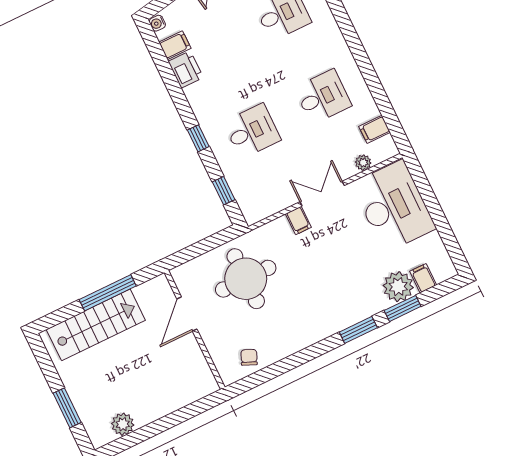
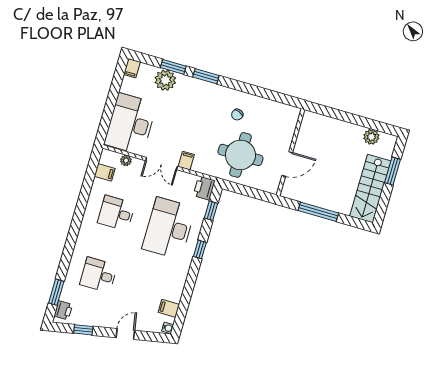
printer: (186, 69) -> (204, 188), moved
desk: (252, 131) -> (169, 228), width x1.87, depth x1.30
filing cabinet: (423, 278) -> (132, 68), moved
stairs: (96, 325) -> (370, 189), moved, turned -90
chair: (249, 357) -> (237, 115), moved

